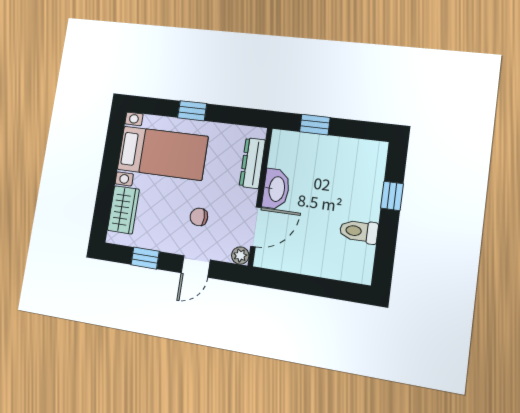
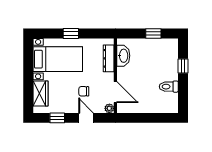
window: (315, 125) -> (153, 34), moved
washbasin: (276, 189) -> (123, 56), moved
door: (256, 227) -> (115, 92), hinge flipped
door: (196, 266) -> (86, 118), swing flipped

